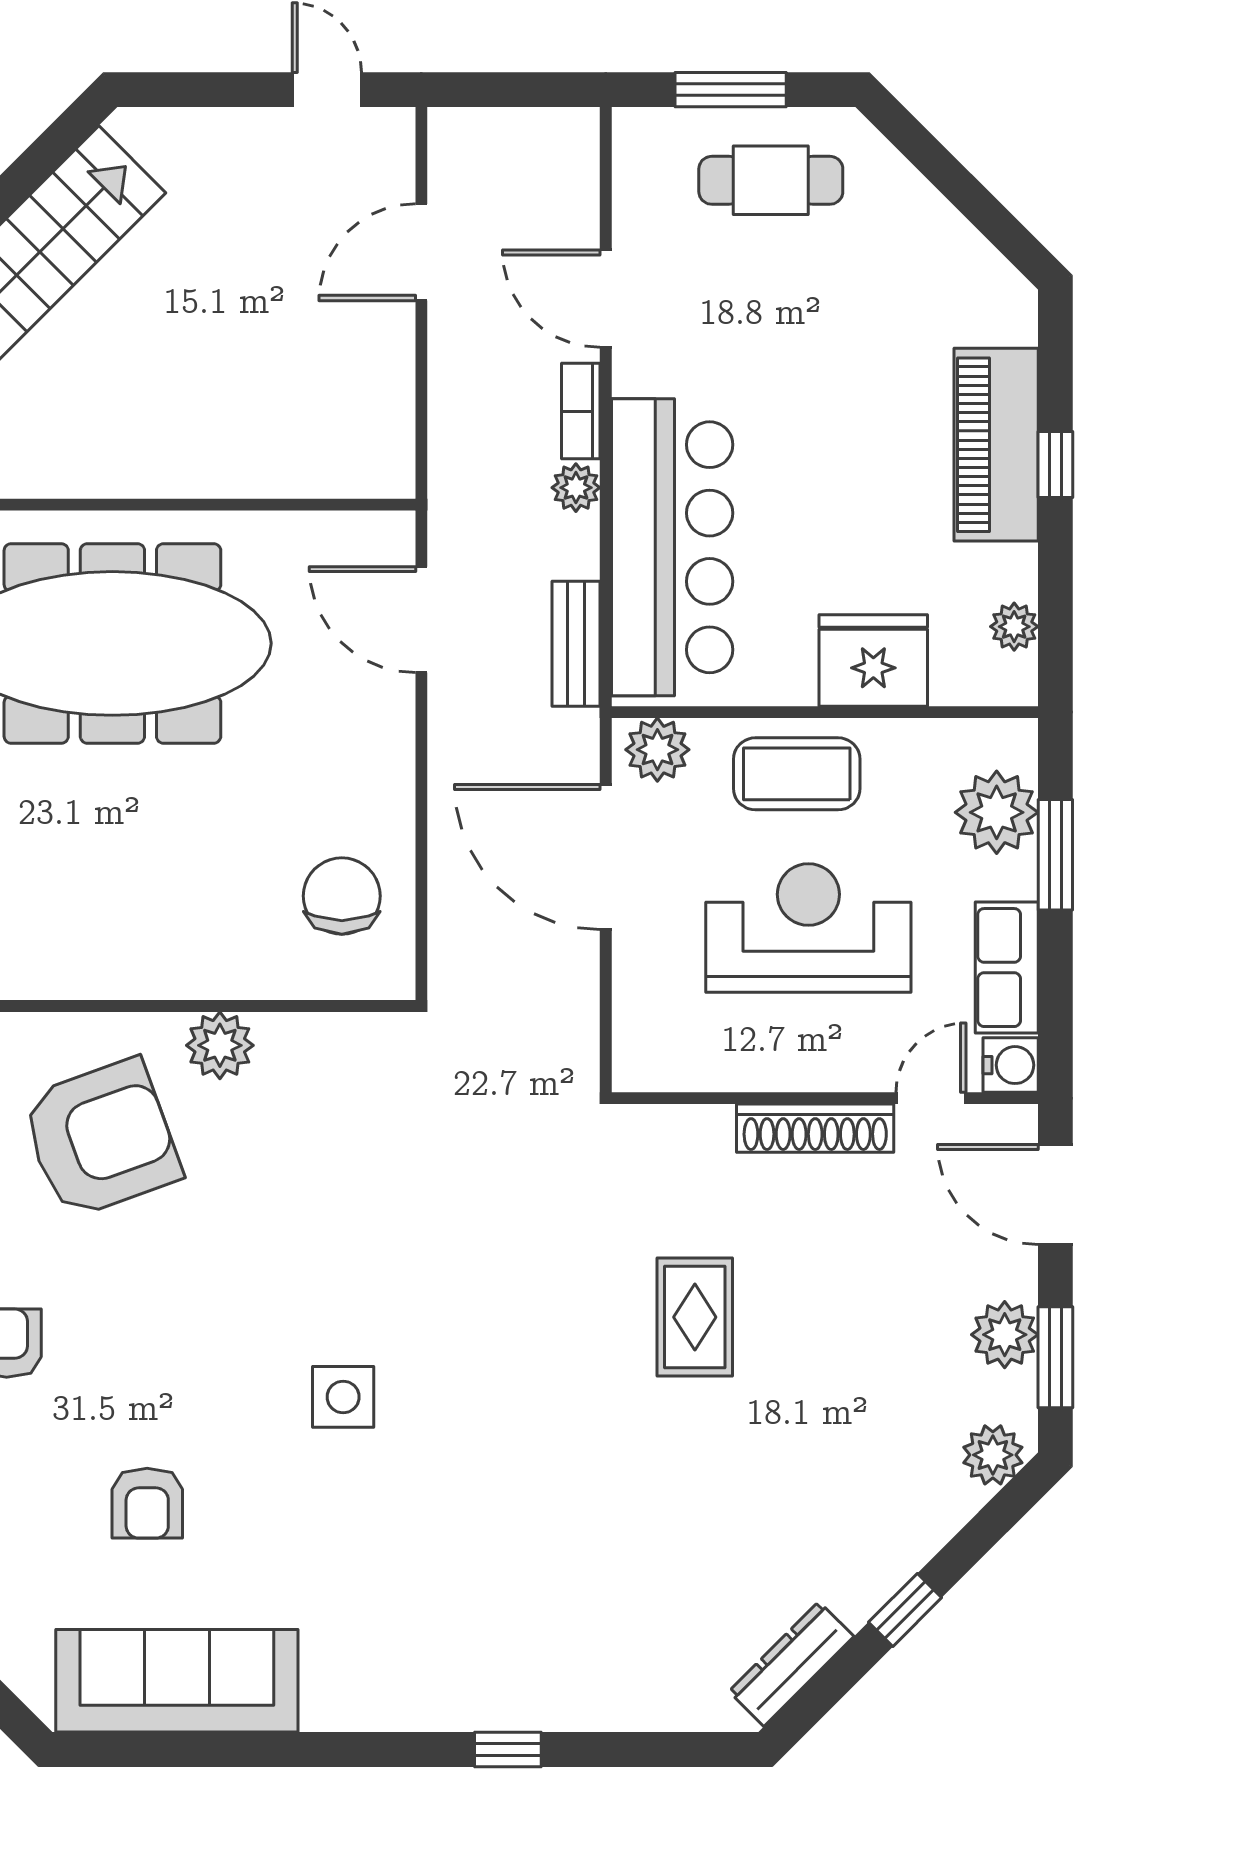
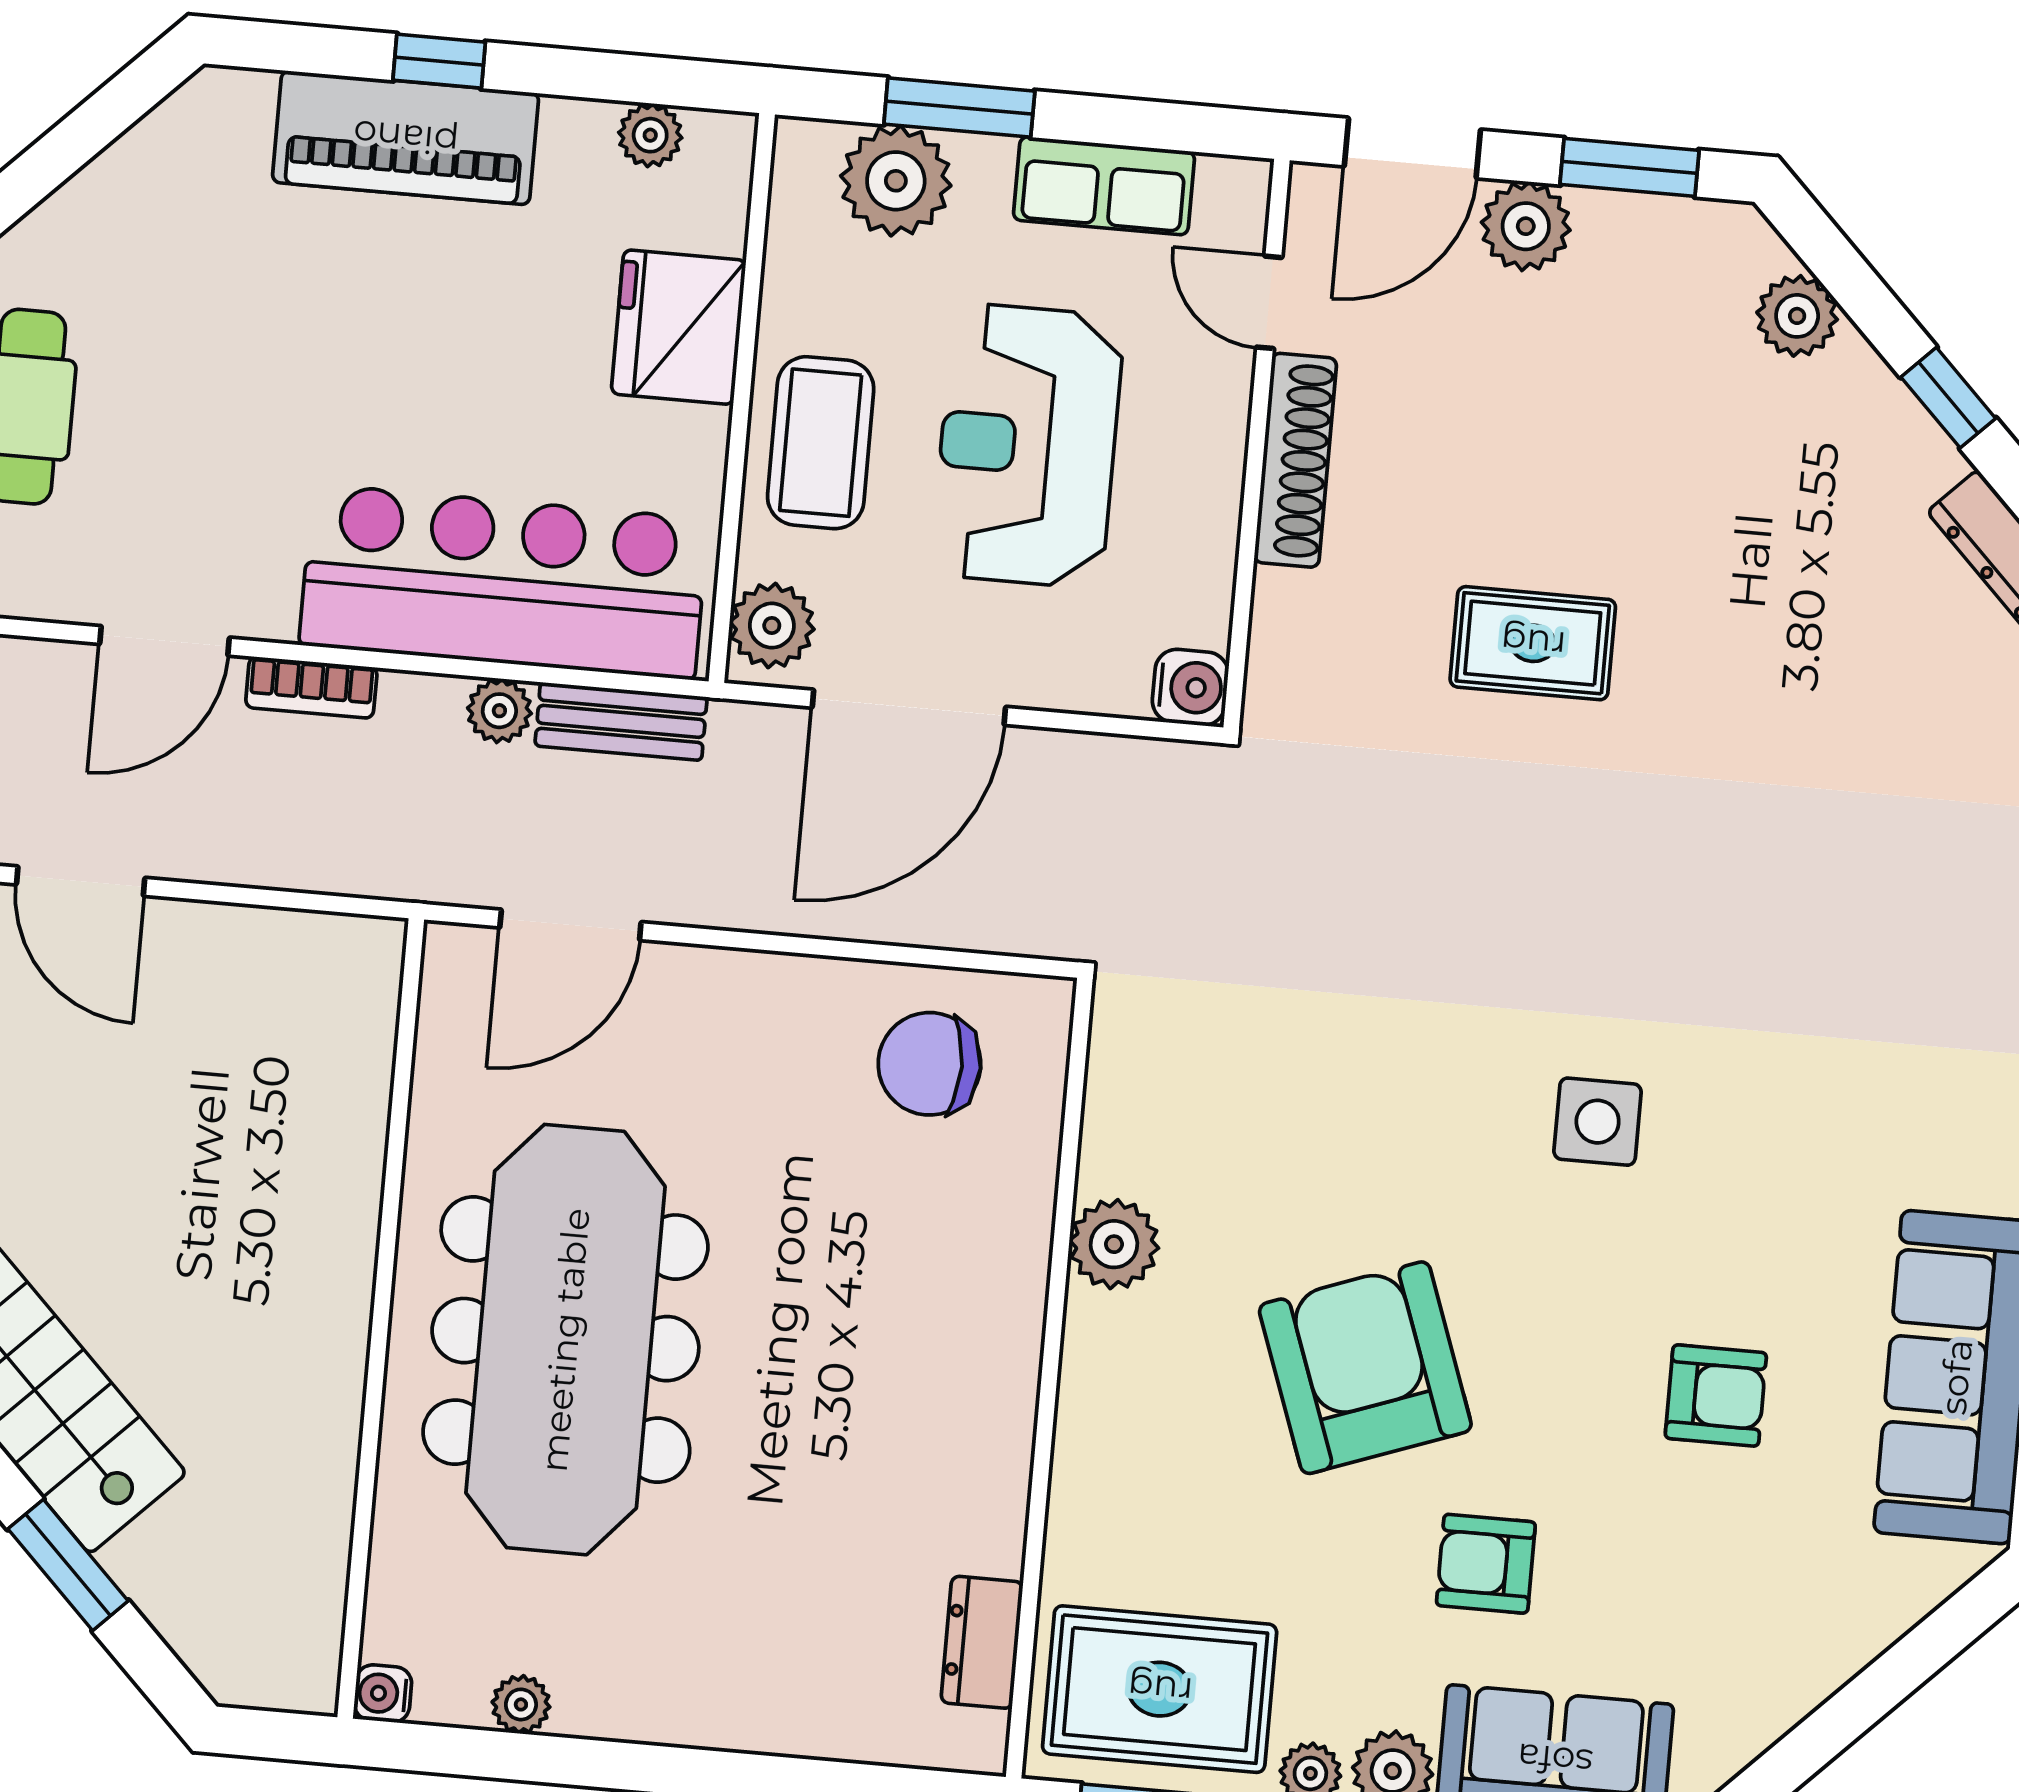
plant: (576, 488) -> (499, 711), moved
water cooler: (1011, 1065) -> (1190, 687), moved, turned 90
armchair: (101, 1139) -> (1365, 1368), moved
plant: (1005, 1335) -> (1526, 226), moved
plant: (993, 1455) -> (1797, 316), moved

